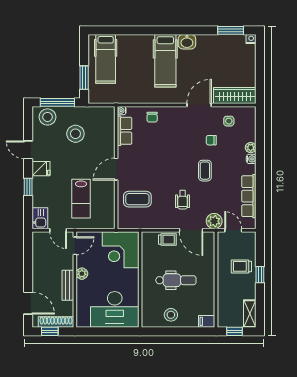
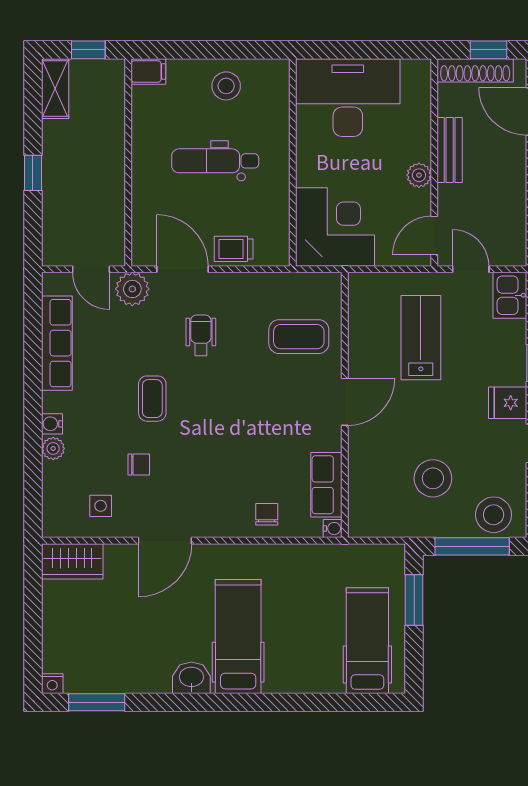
wardrobe: (235, 95) -> (72, 561), width x0.67
trolley: (241, 266) -> (73, 191), removed

